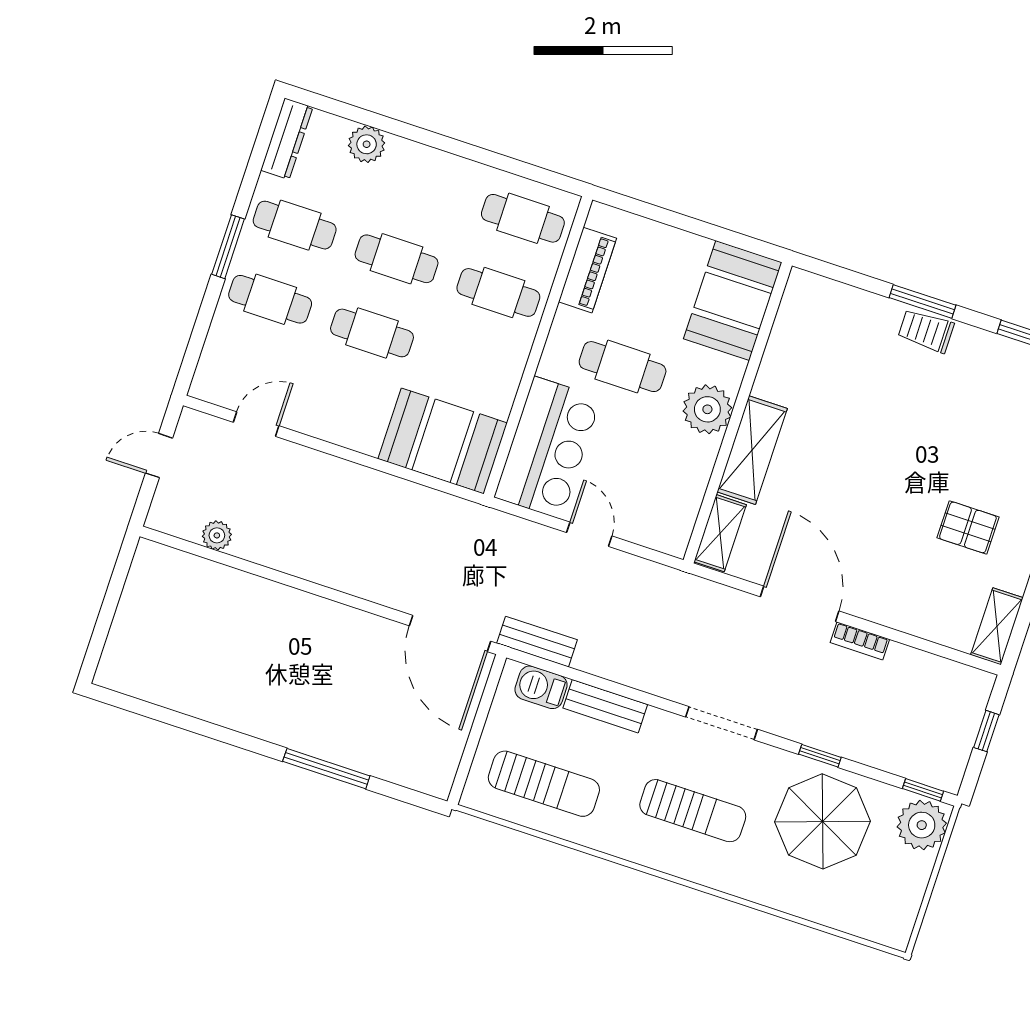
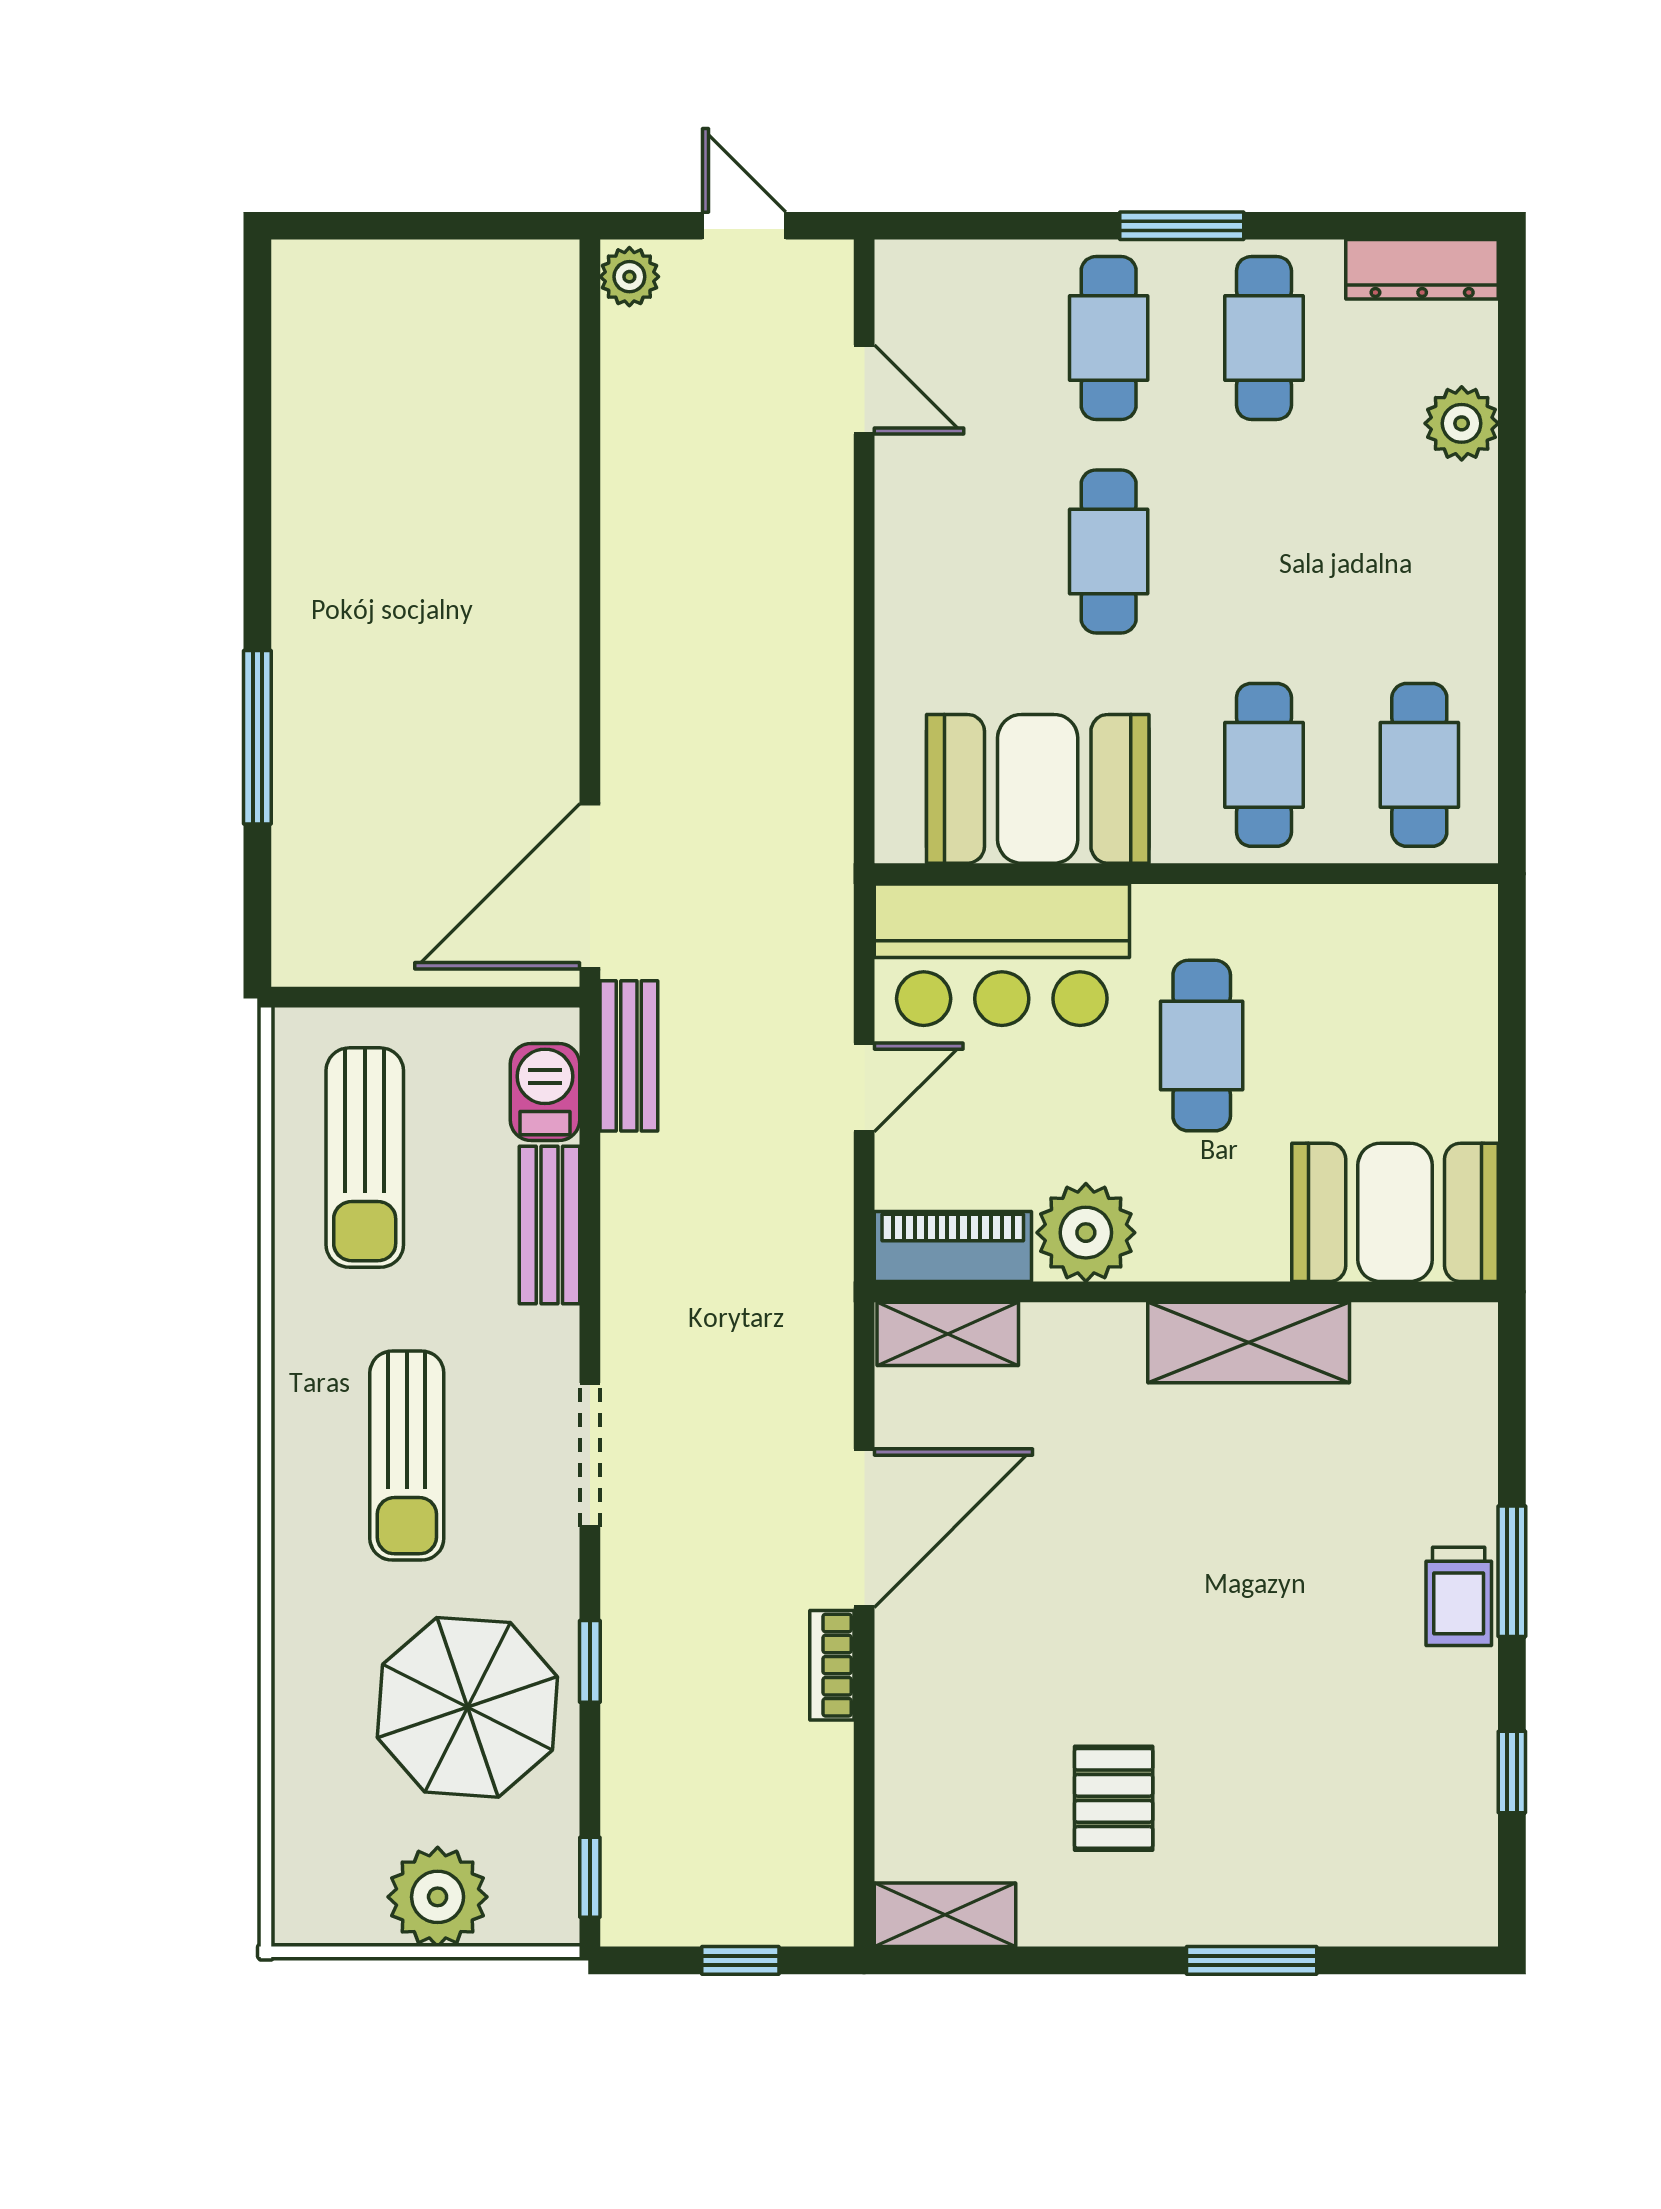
cafe table: (397, 259) -> (1264, 551), removed
piano: (587, 270) -> (953, 1246), moved, turned 180
trolley: (926, 331) -> (1459, 1596), turned 180
plant: (707, 409) -> (1086, 1233), moved
booth: (443, 441) -> (1038, 789), moved, turned 90
shelving: (752, 450) -> (1249, 1342), moved
plant: (217, 535) -> (629, 277), moved
plant: (922, 825) -> (438, 1897), moved

